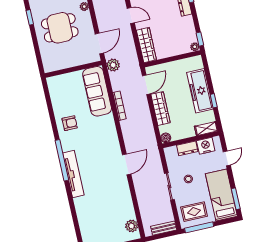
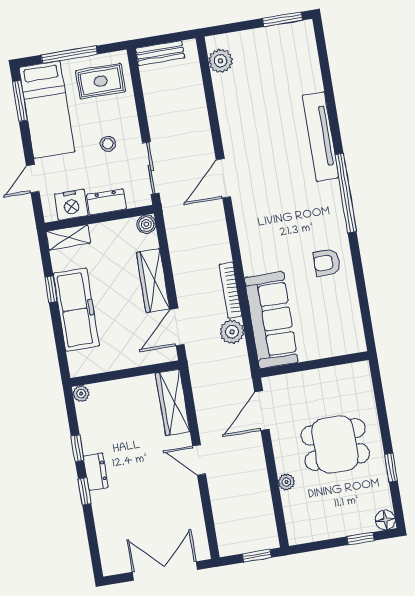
window: (200, 39) -> (77, 448), moved
plant: (113, 65) -> (232, 332), moved
tv unit: (73, 174) -> (320, 137), moved
sliding door: (169, 186) -> (151, 168), moved
window: (199, 227) -> (69, 55), moved

